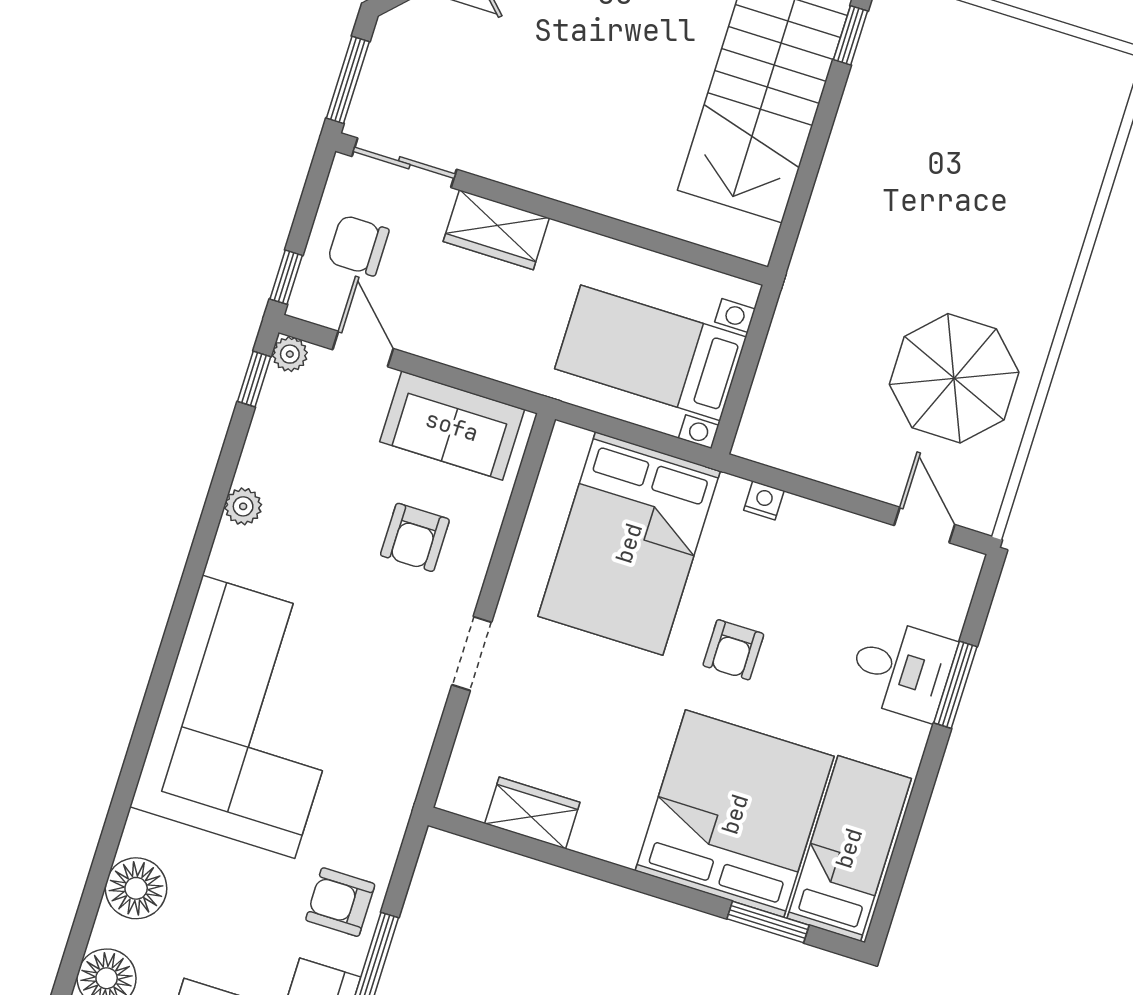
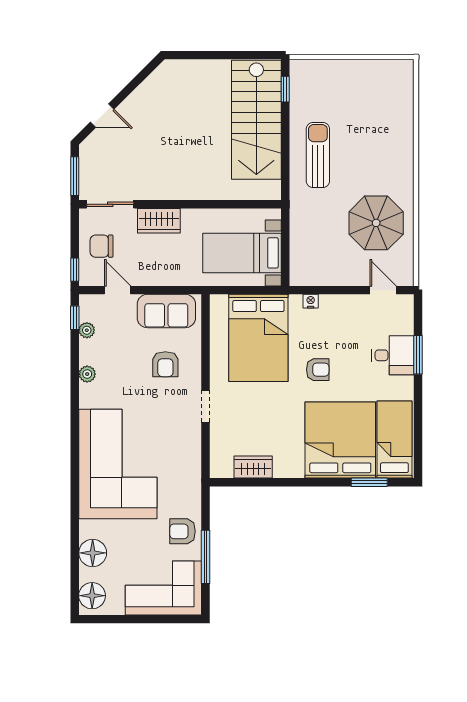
sun lounger: (876, 196) -> (318, 155), added
plant: (290, 354) -> (87, 330), moved
armchair: (733, 650) -> (318, 370), turned -90

